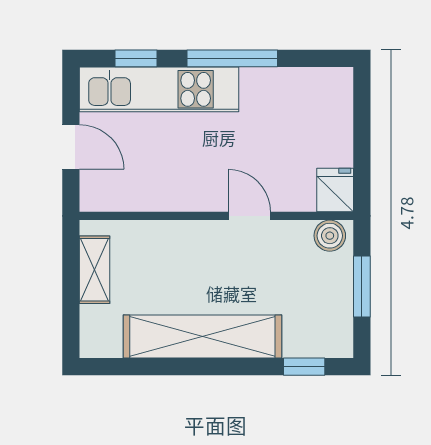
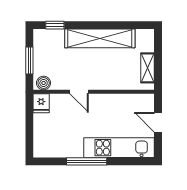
window: (136, 58) -> (129, 161), removed

